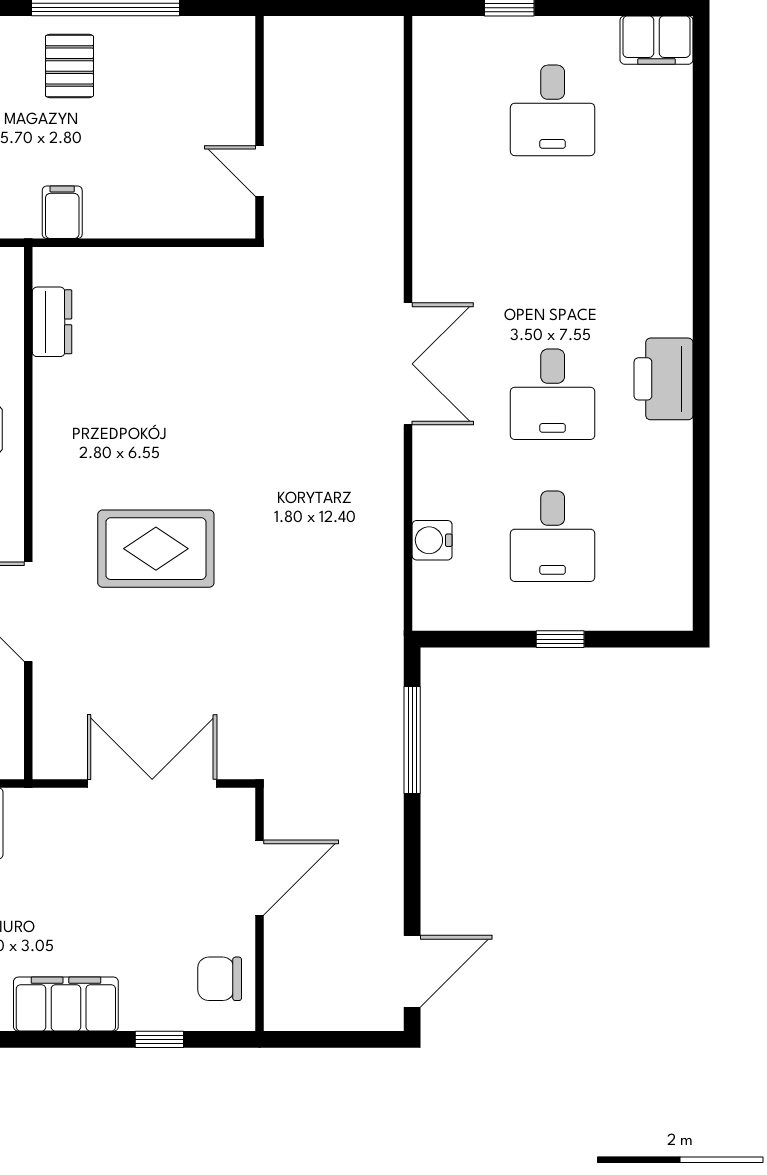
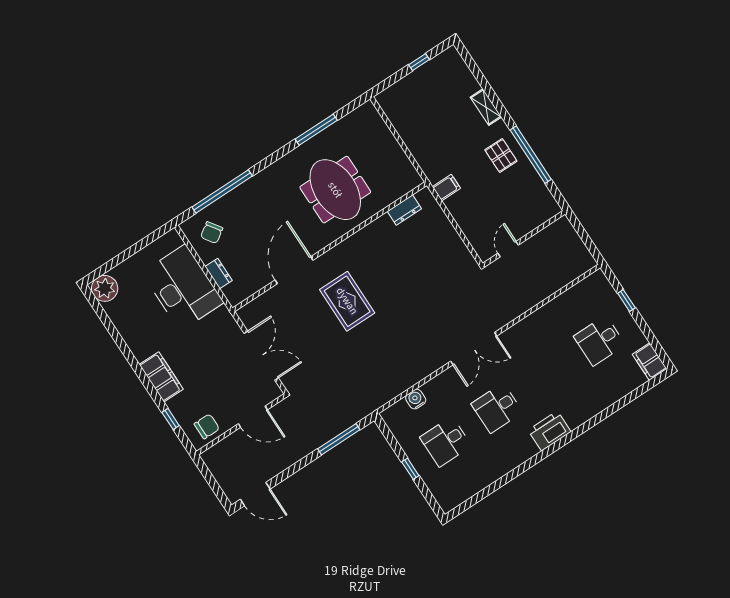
pallet: (69, 66) -> (501, 155), turned 90
printer: (663, 379) -> (549, 431), moved
chair: (220, 979) -> (207, 426), turned 90

